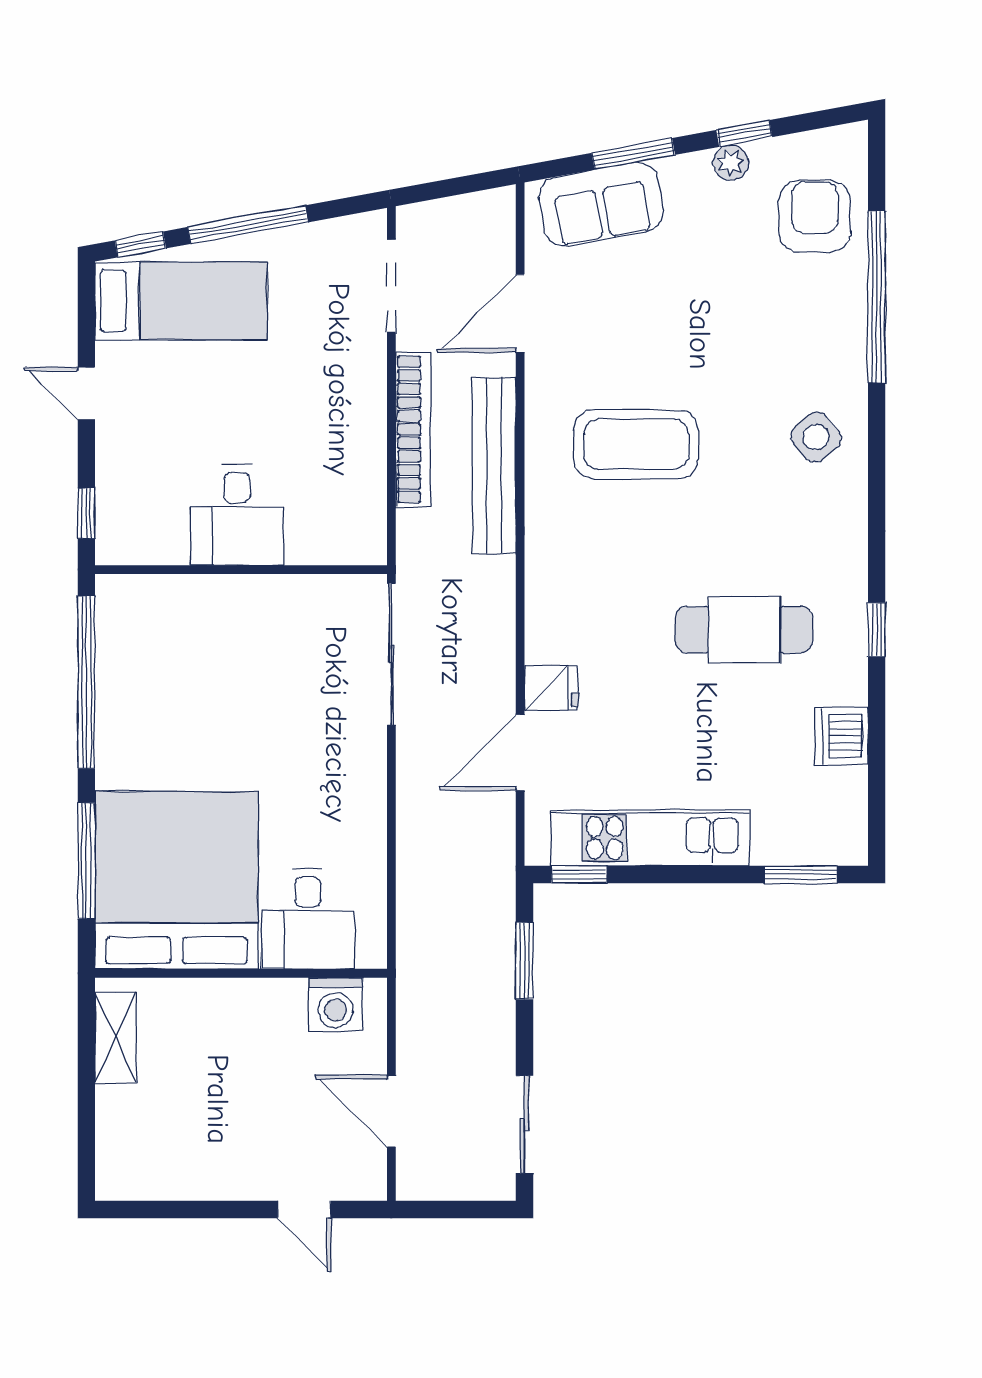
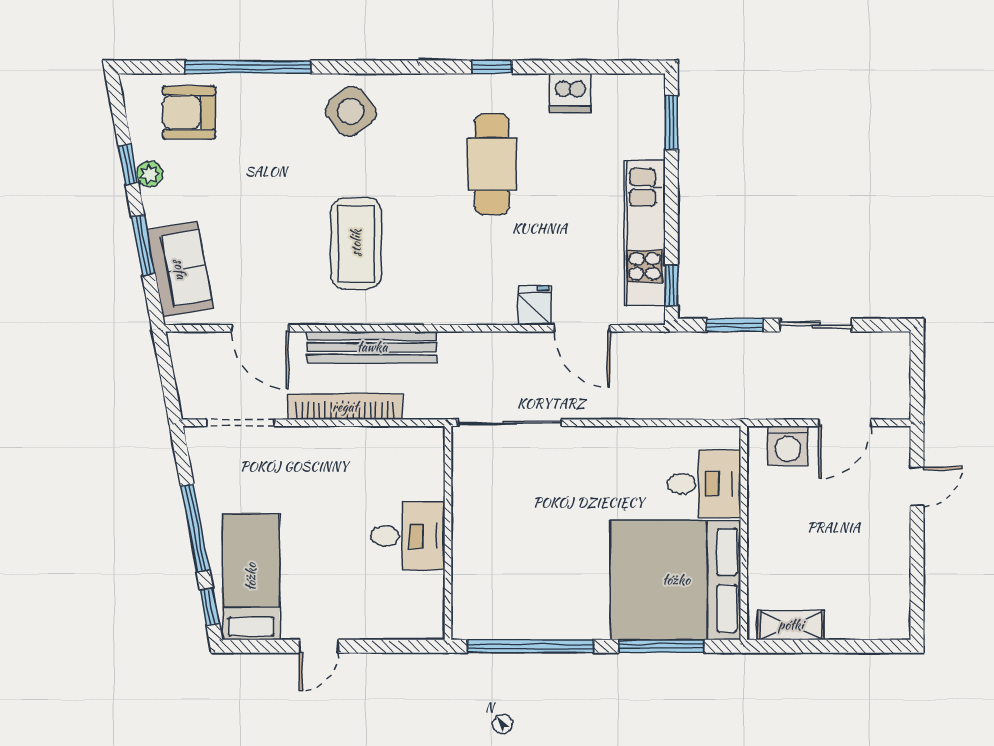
side table: (816, 437) -> (351, 111), width x1.37, depth x1.37
window: (86, 513) -> (407, 646), removed
washing machine: (336, 1005) -> (788, 446), moved, turned 90
sliding door: (524, 1124) -> (816, 325), moved

